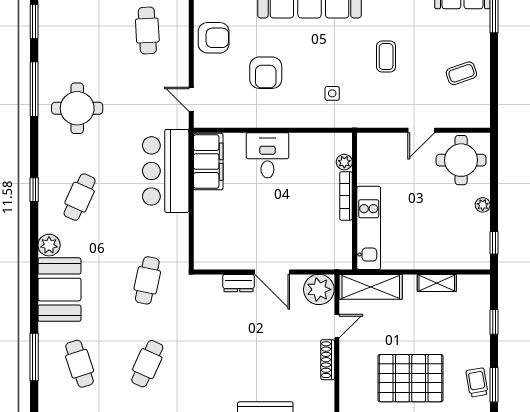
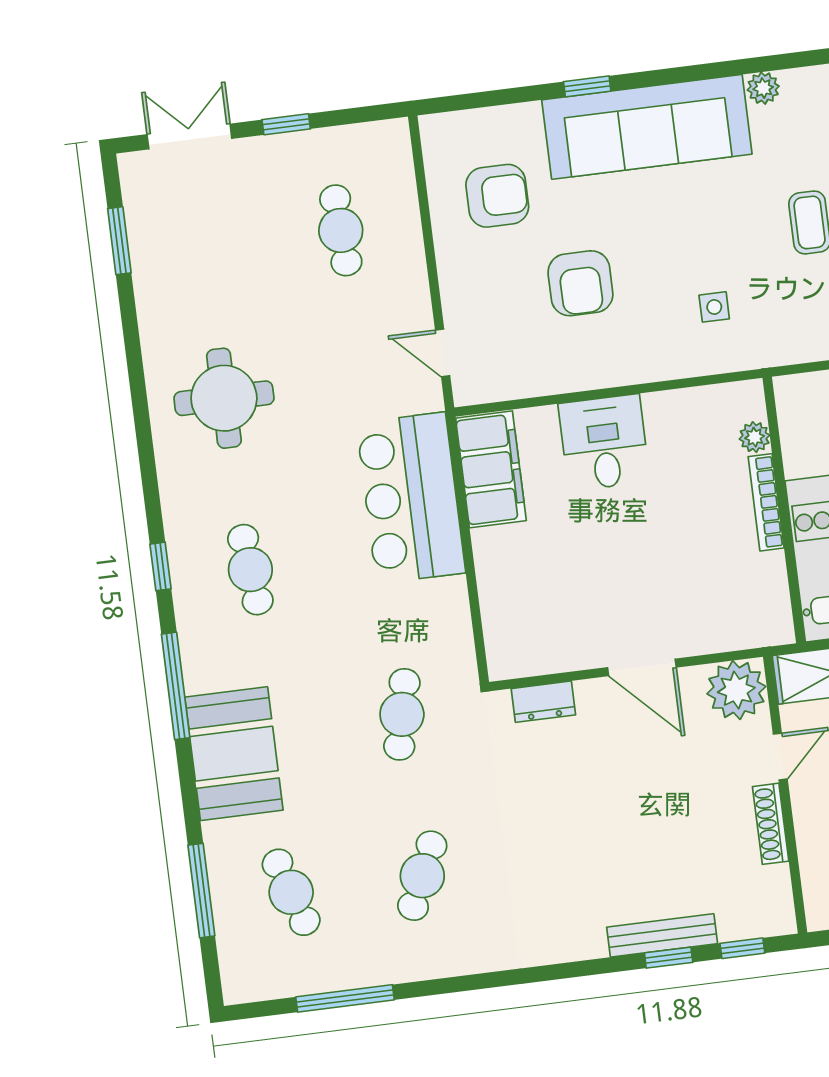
armchair: (214, 38) -> (497, 196), moved
window: (34, 89) -> (176, 686), moved
cafe table: (80, 197) -> (250, 570), turned -30
plant: (49, 245) -> (203, 670), removed
dresser: (239, 283) -> (543, 702), moved

